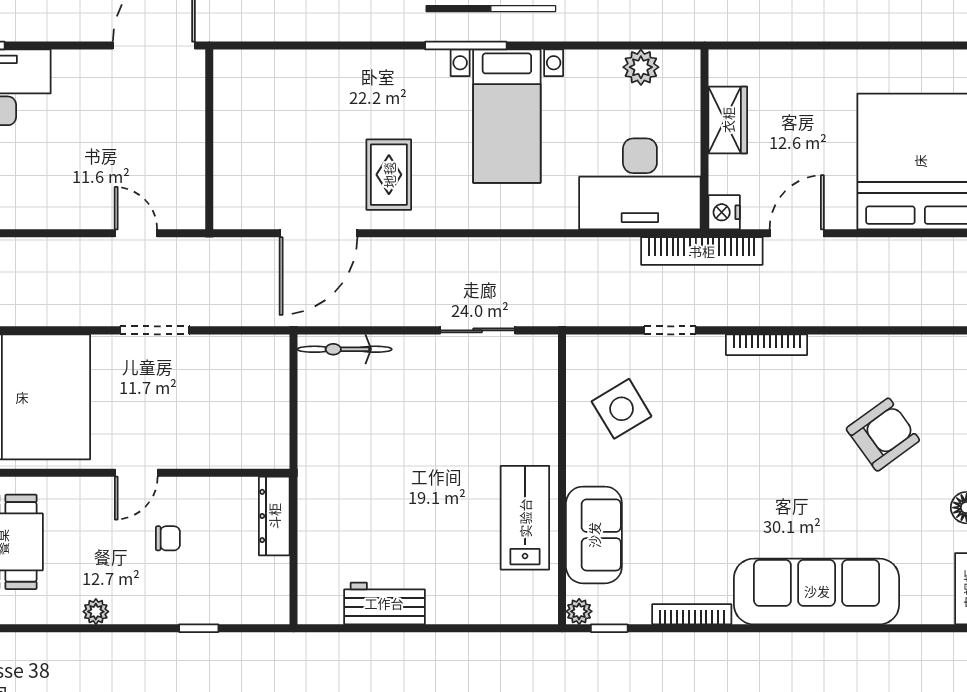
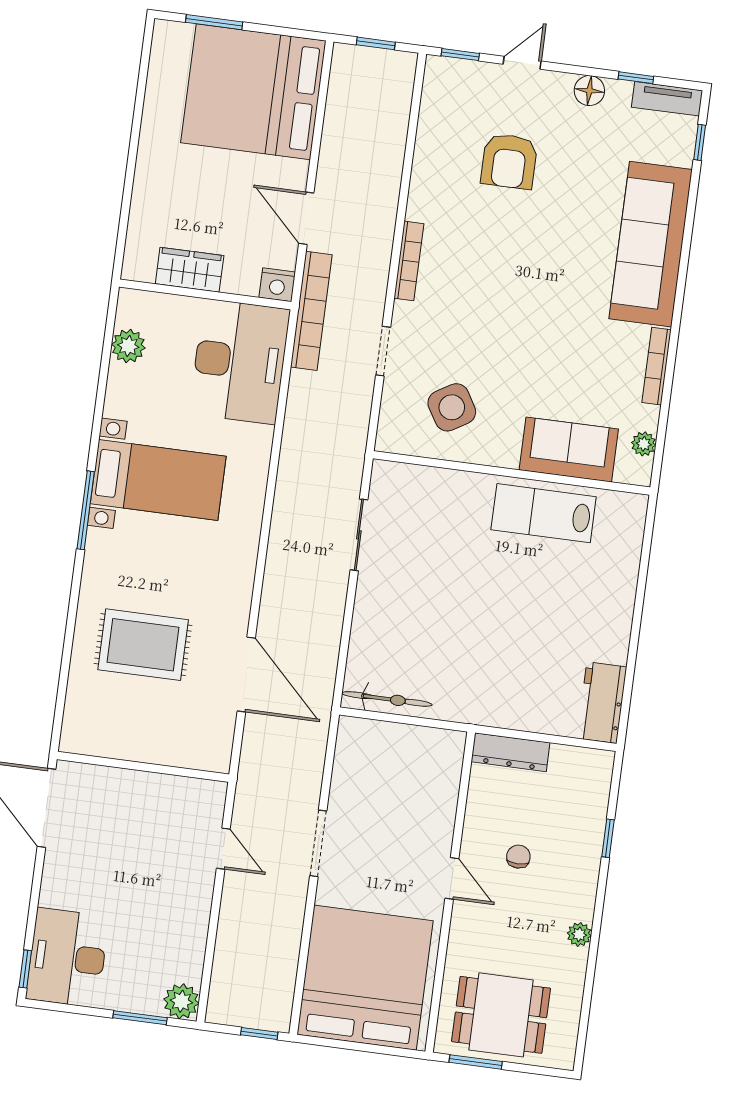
rug: (389, 175) -> (143, 645), moved, width x1.36, depth x1.43
door: (136, 233) -> (223, 849), swing flipped
bicycle: (345, 349) -> (387, 699), moved, turned -90
armchair: (883, 435) -> (509, 161), turned -144
workbench: (384, 603) -> (602, 703), moved
plant: (579, 611) -> (644, 444), moved
window: (609, 628) -> (700, 142), moved

